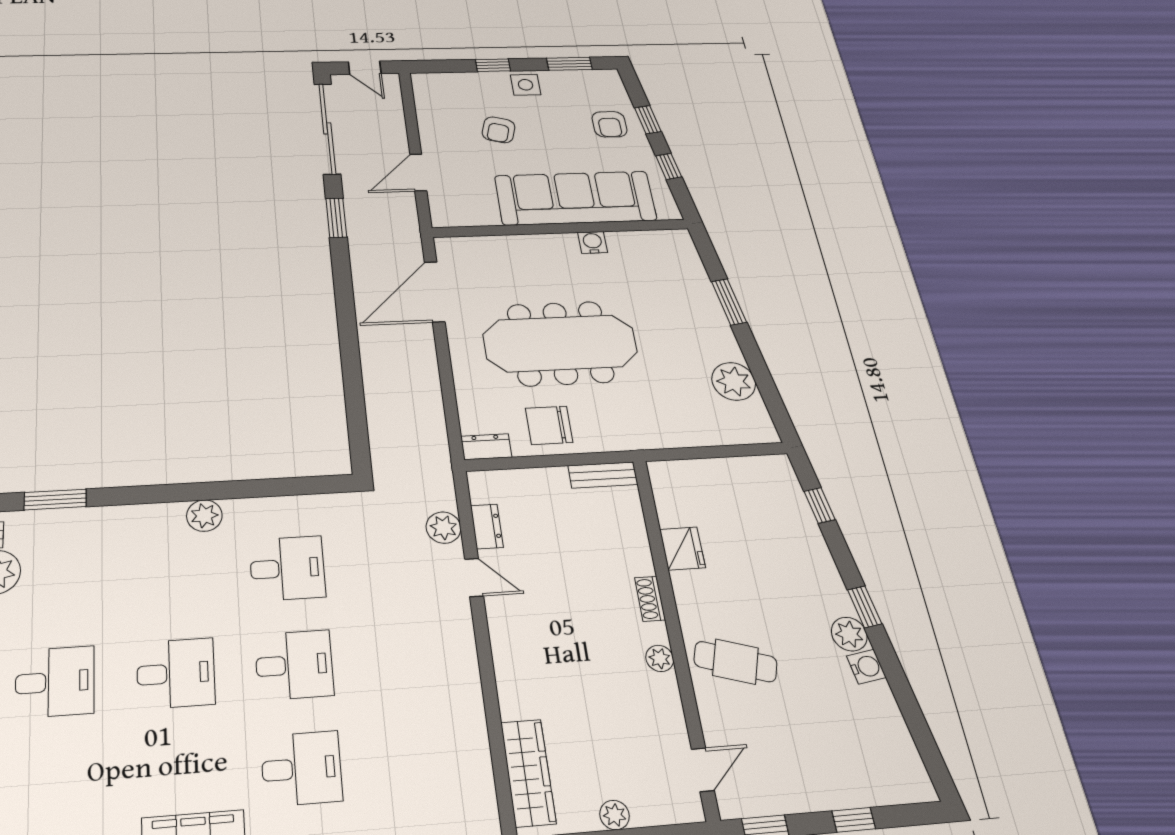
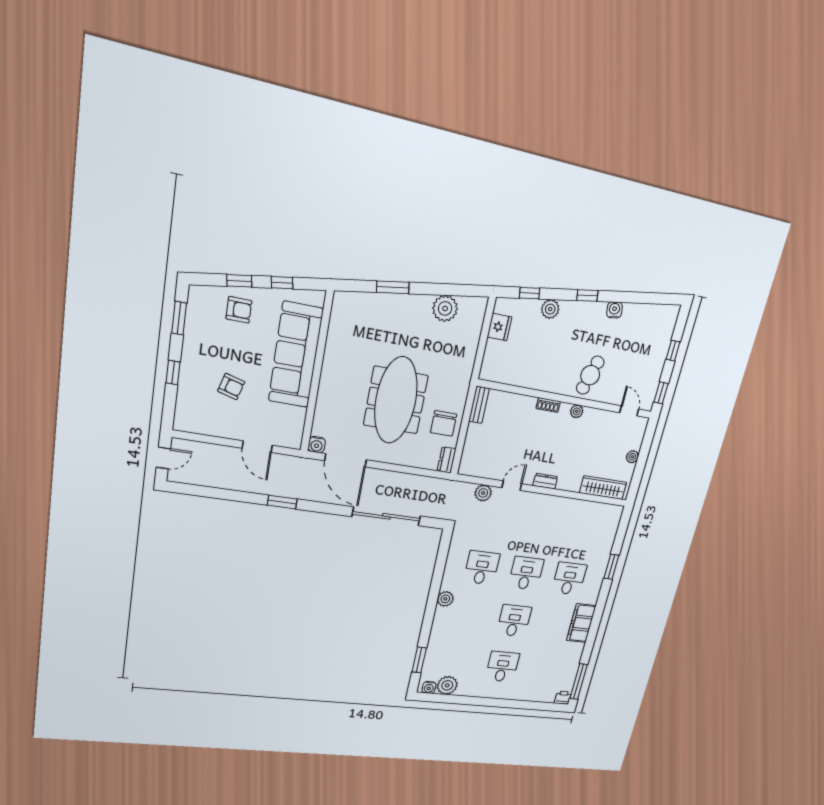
side table: (526, 85) -> (194, 356), removed
sliding door: (327, 128) -> (386, 516), moved
water cooler: (593, 242) -> (317, 445), moved, turned -90
dresser: (487, 526) -> (545, 481), moved
fridge: (682, 548) -> (500, 327), moved, turned 90
plant: (849, 634) -> (550, 309), moved

